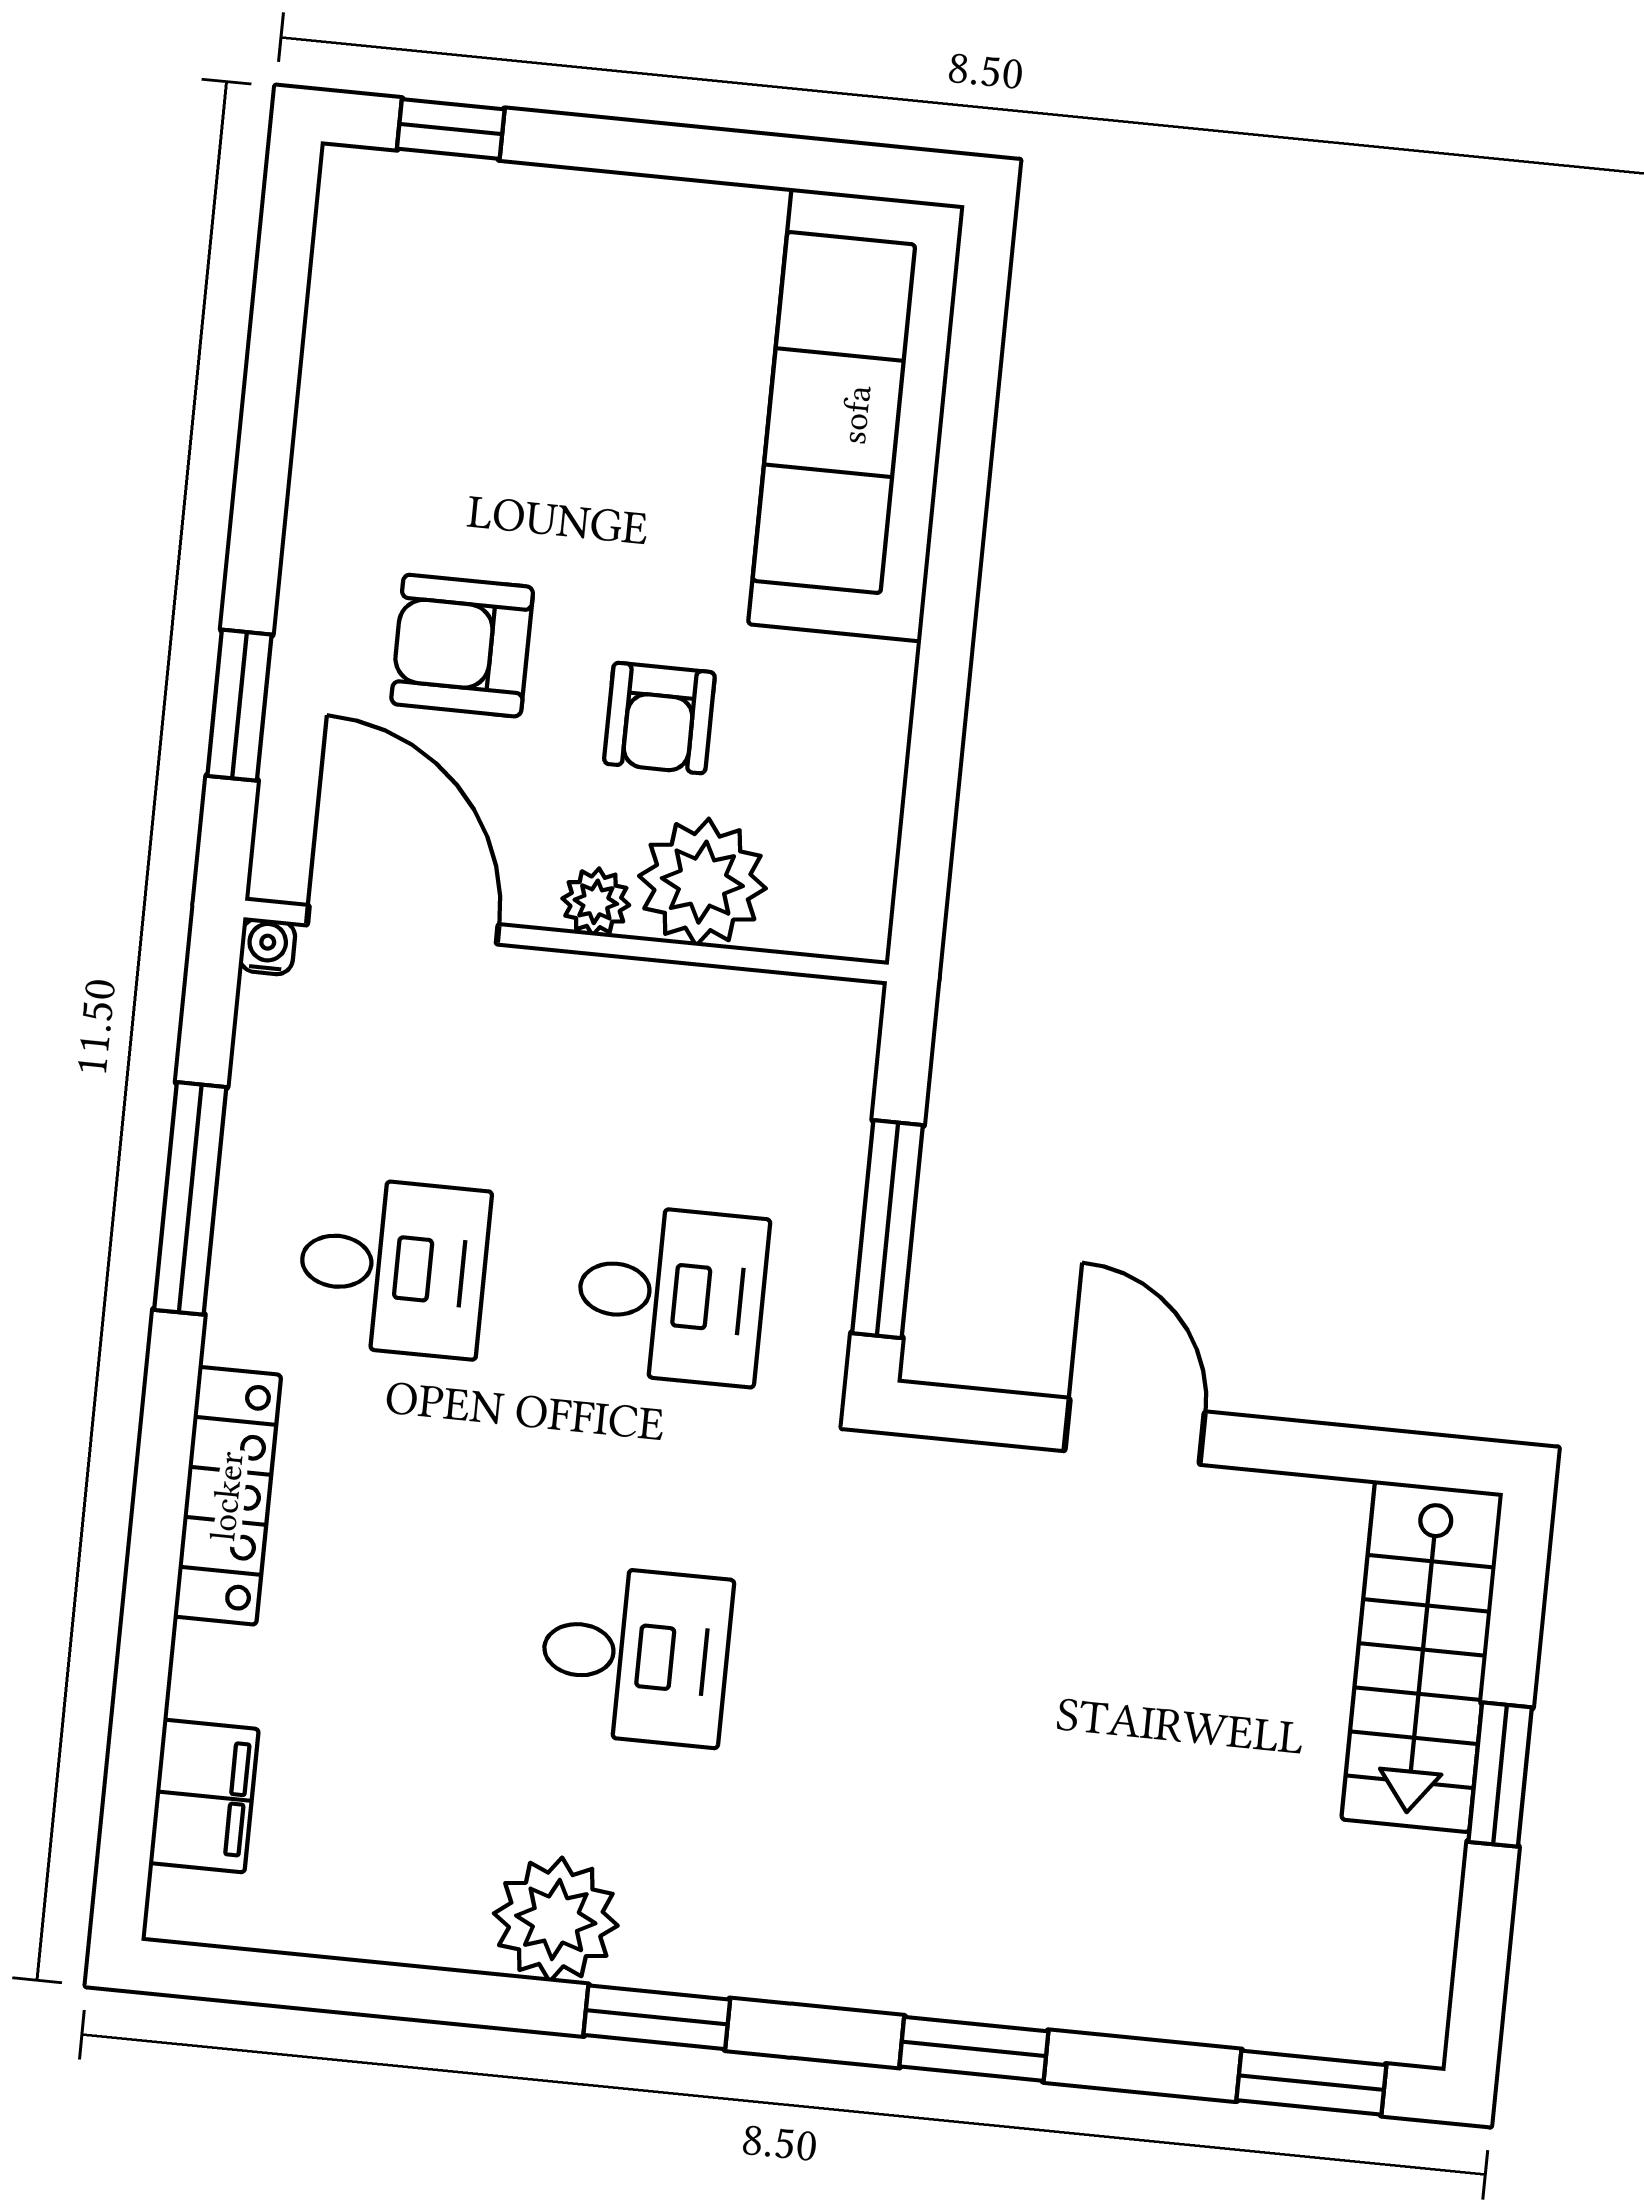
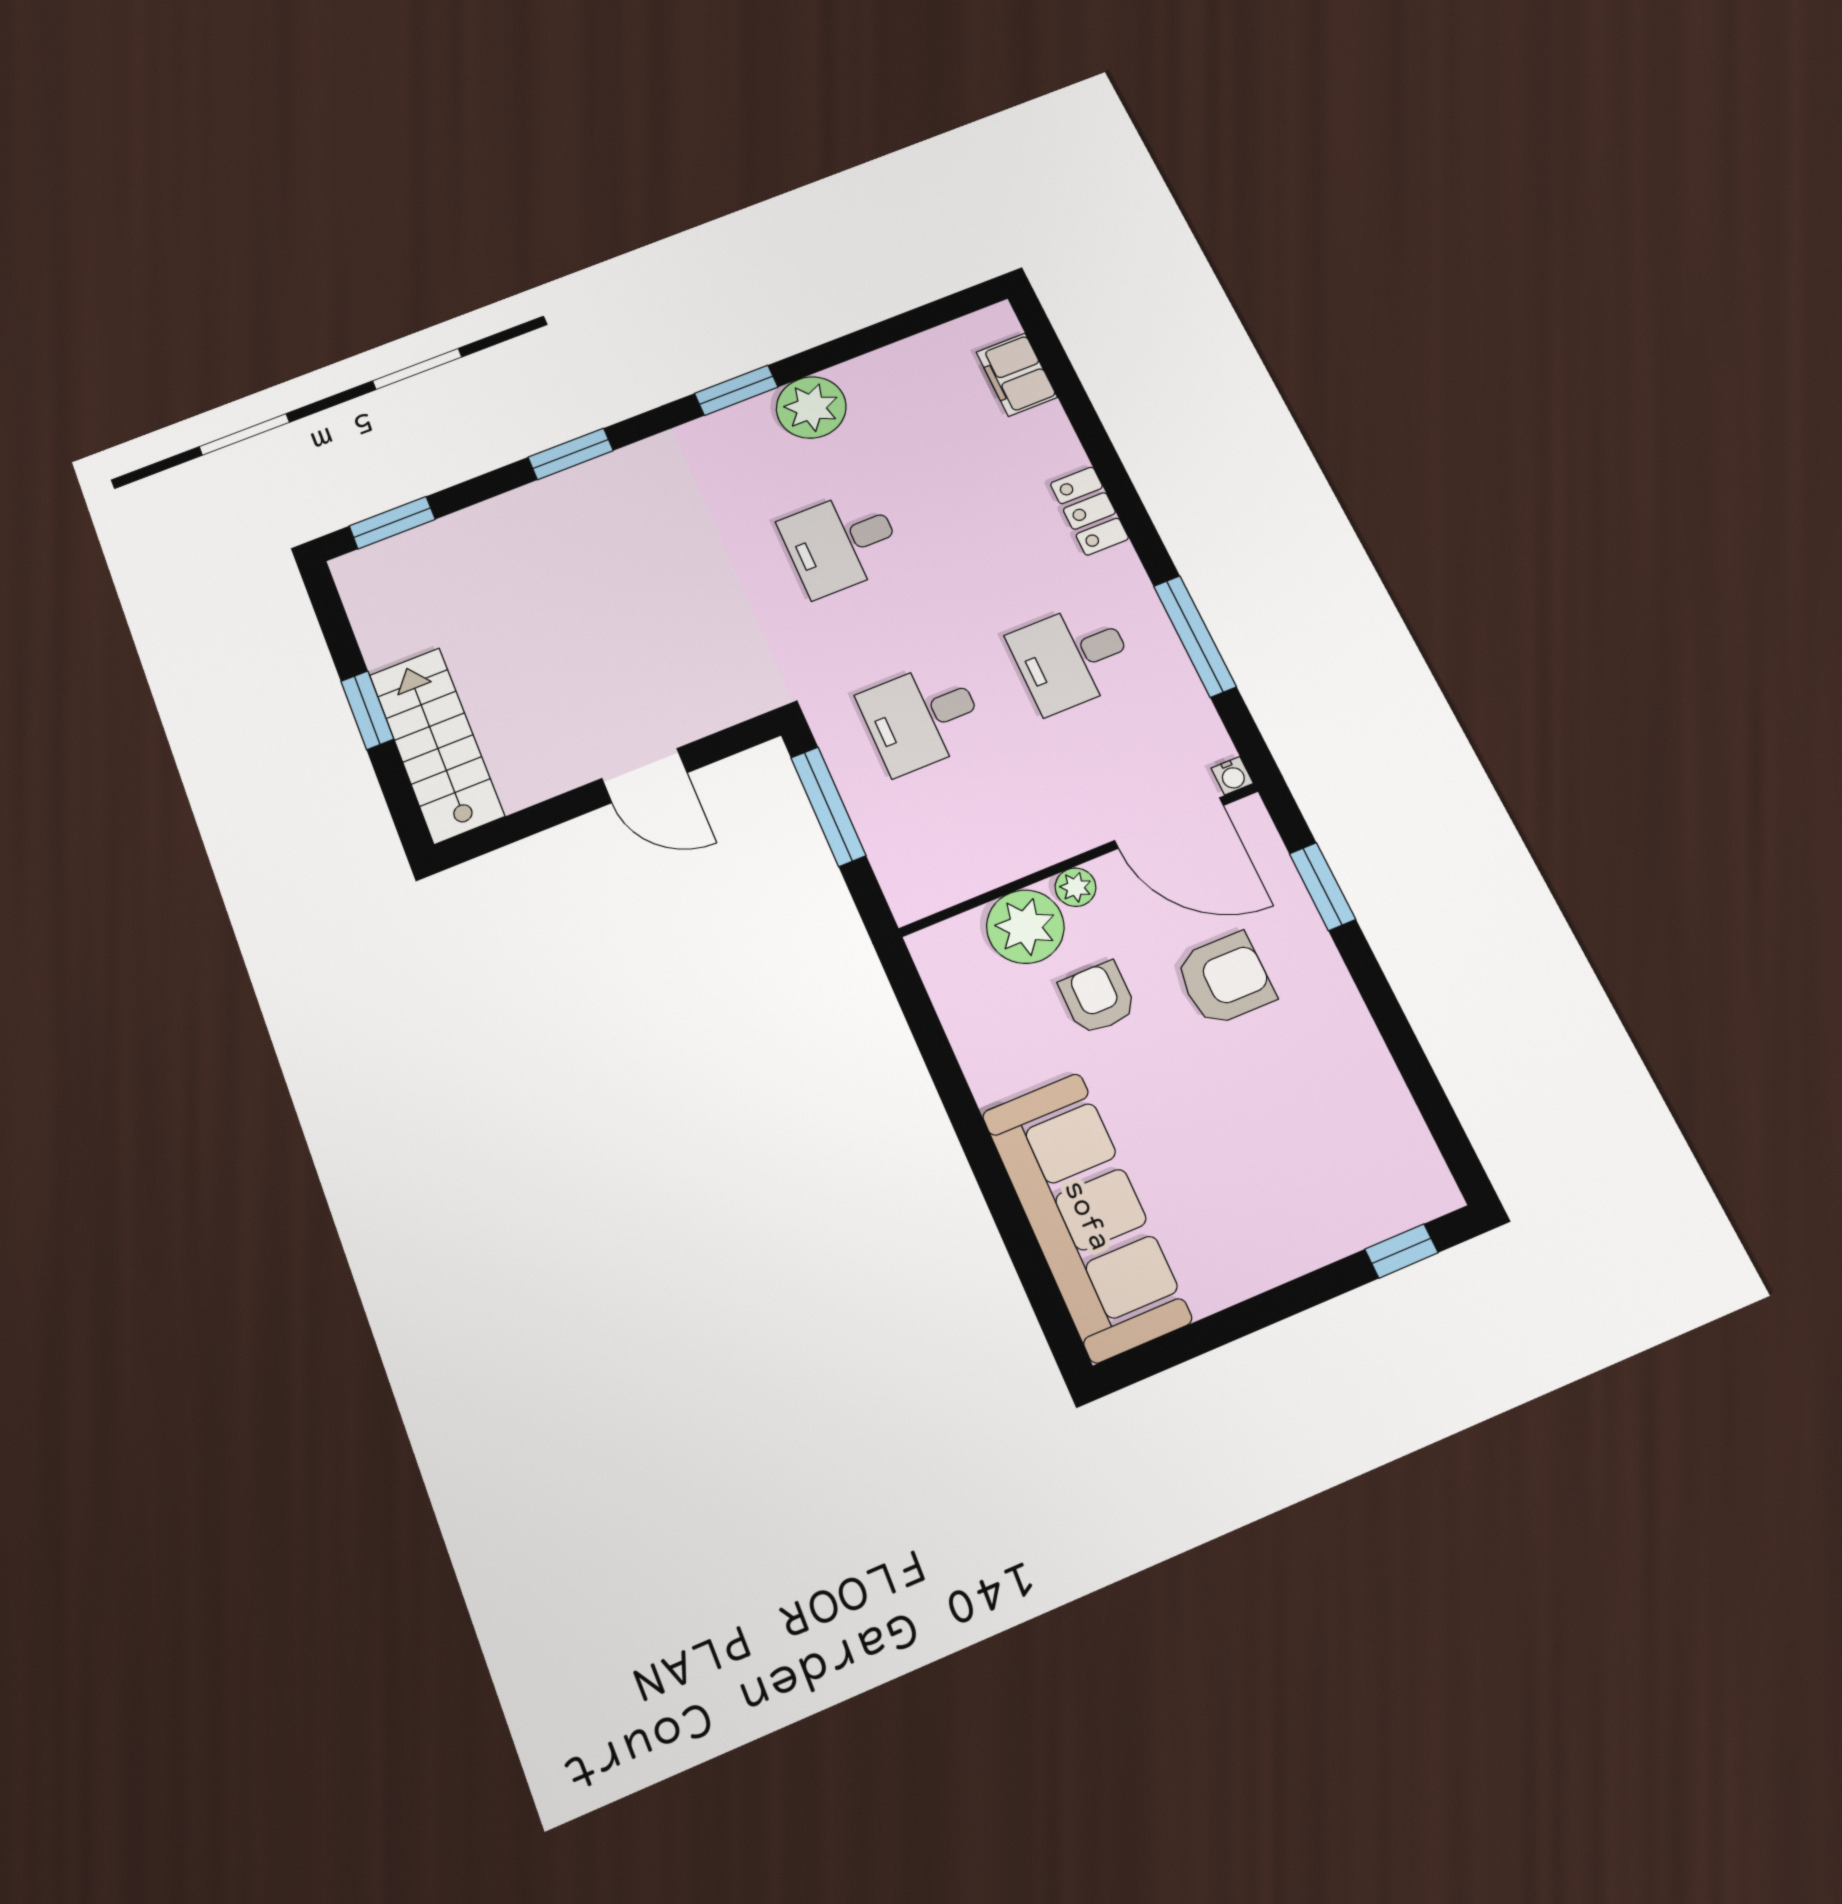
locker: (227, 1496) -> (1089, 511), width x0.66

